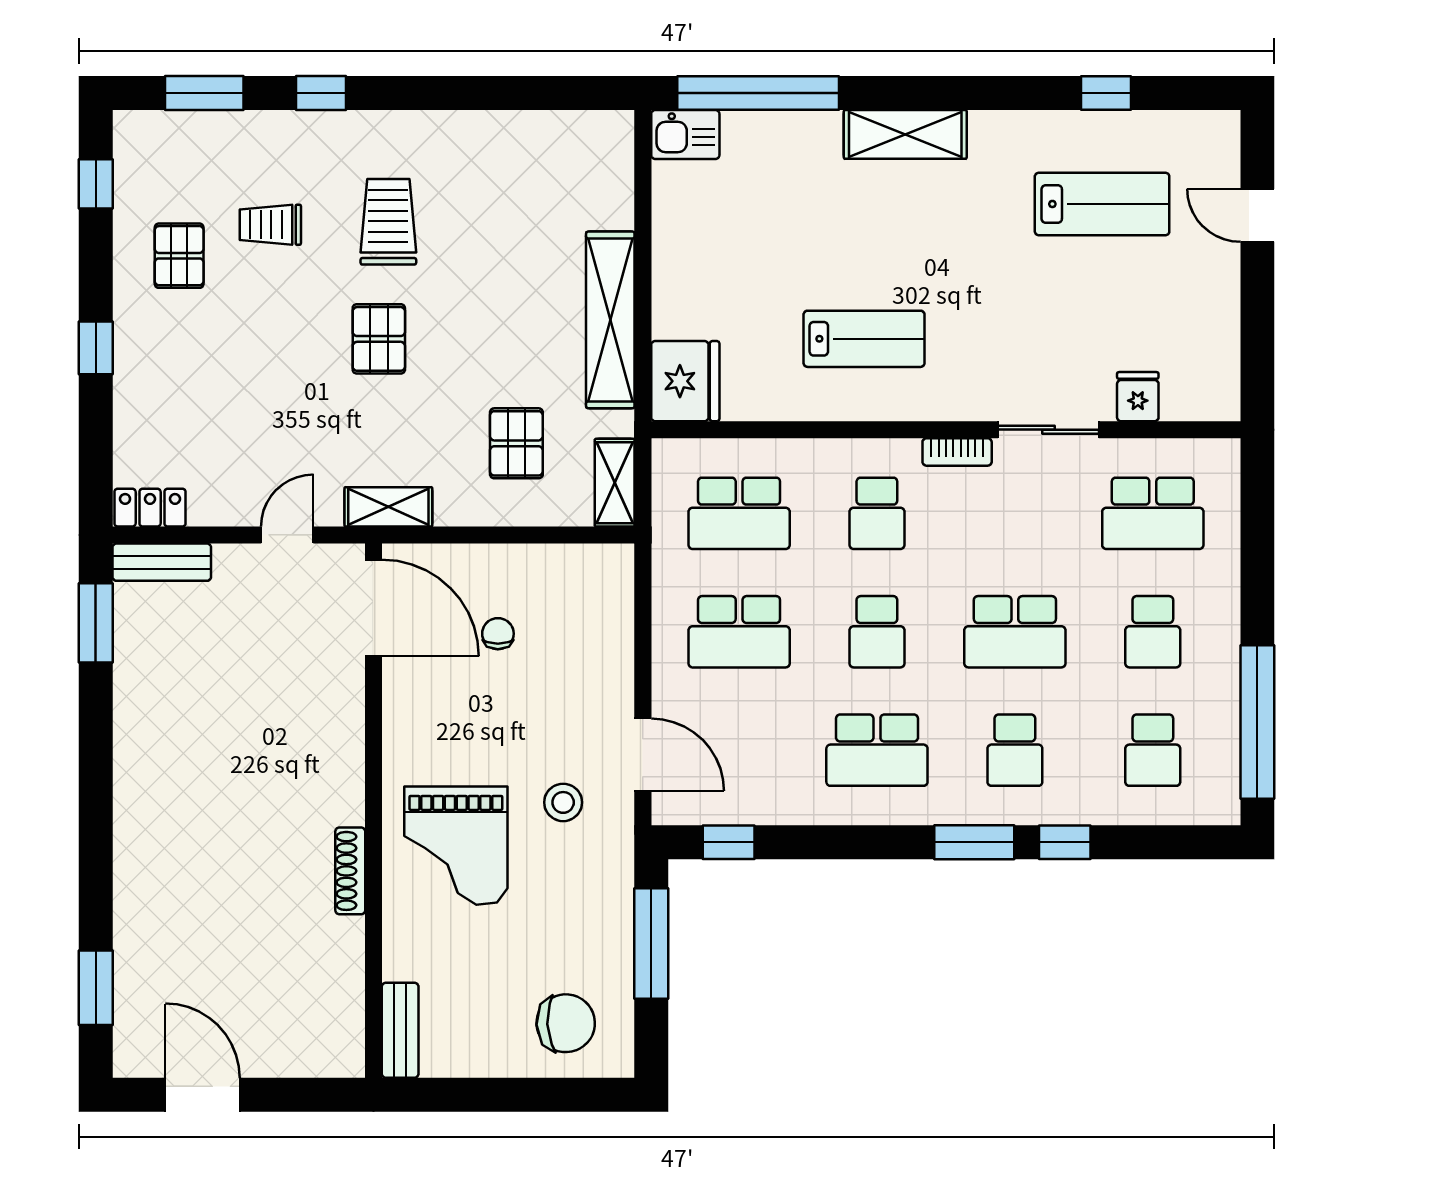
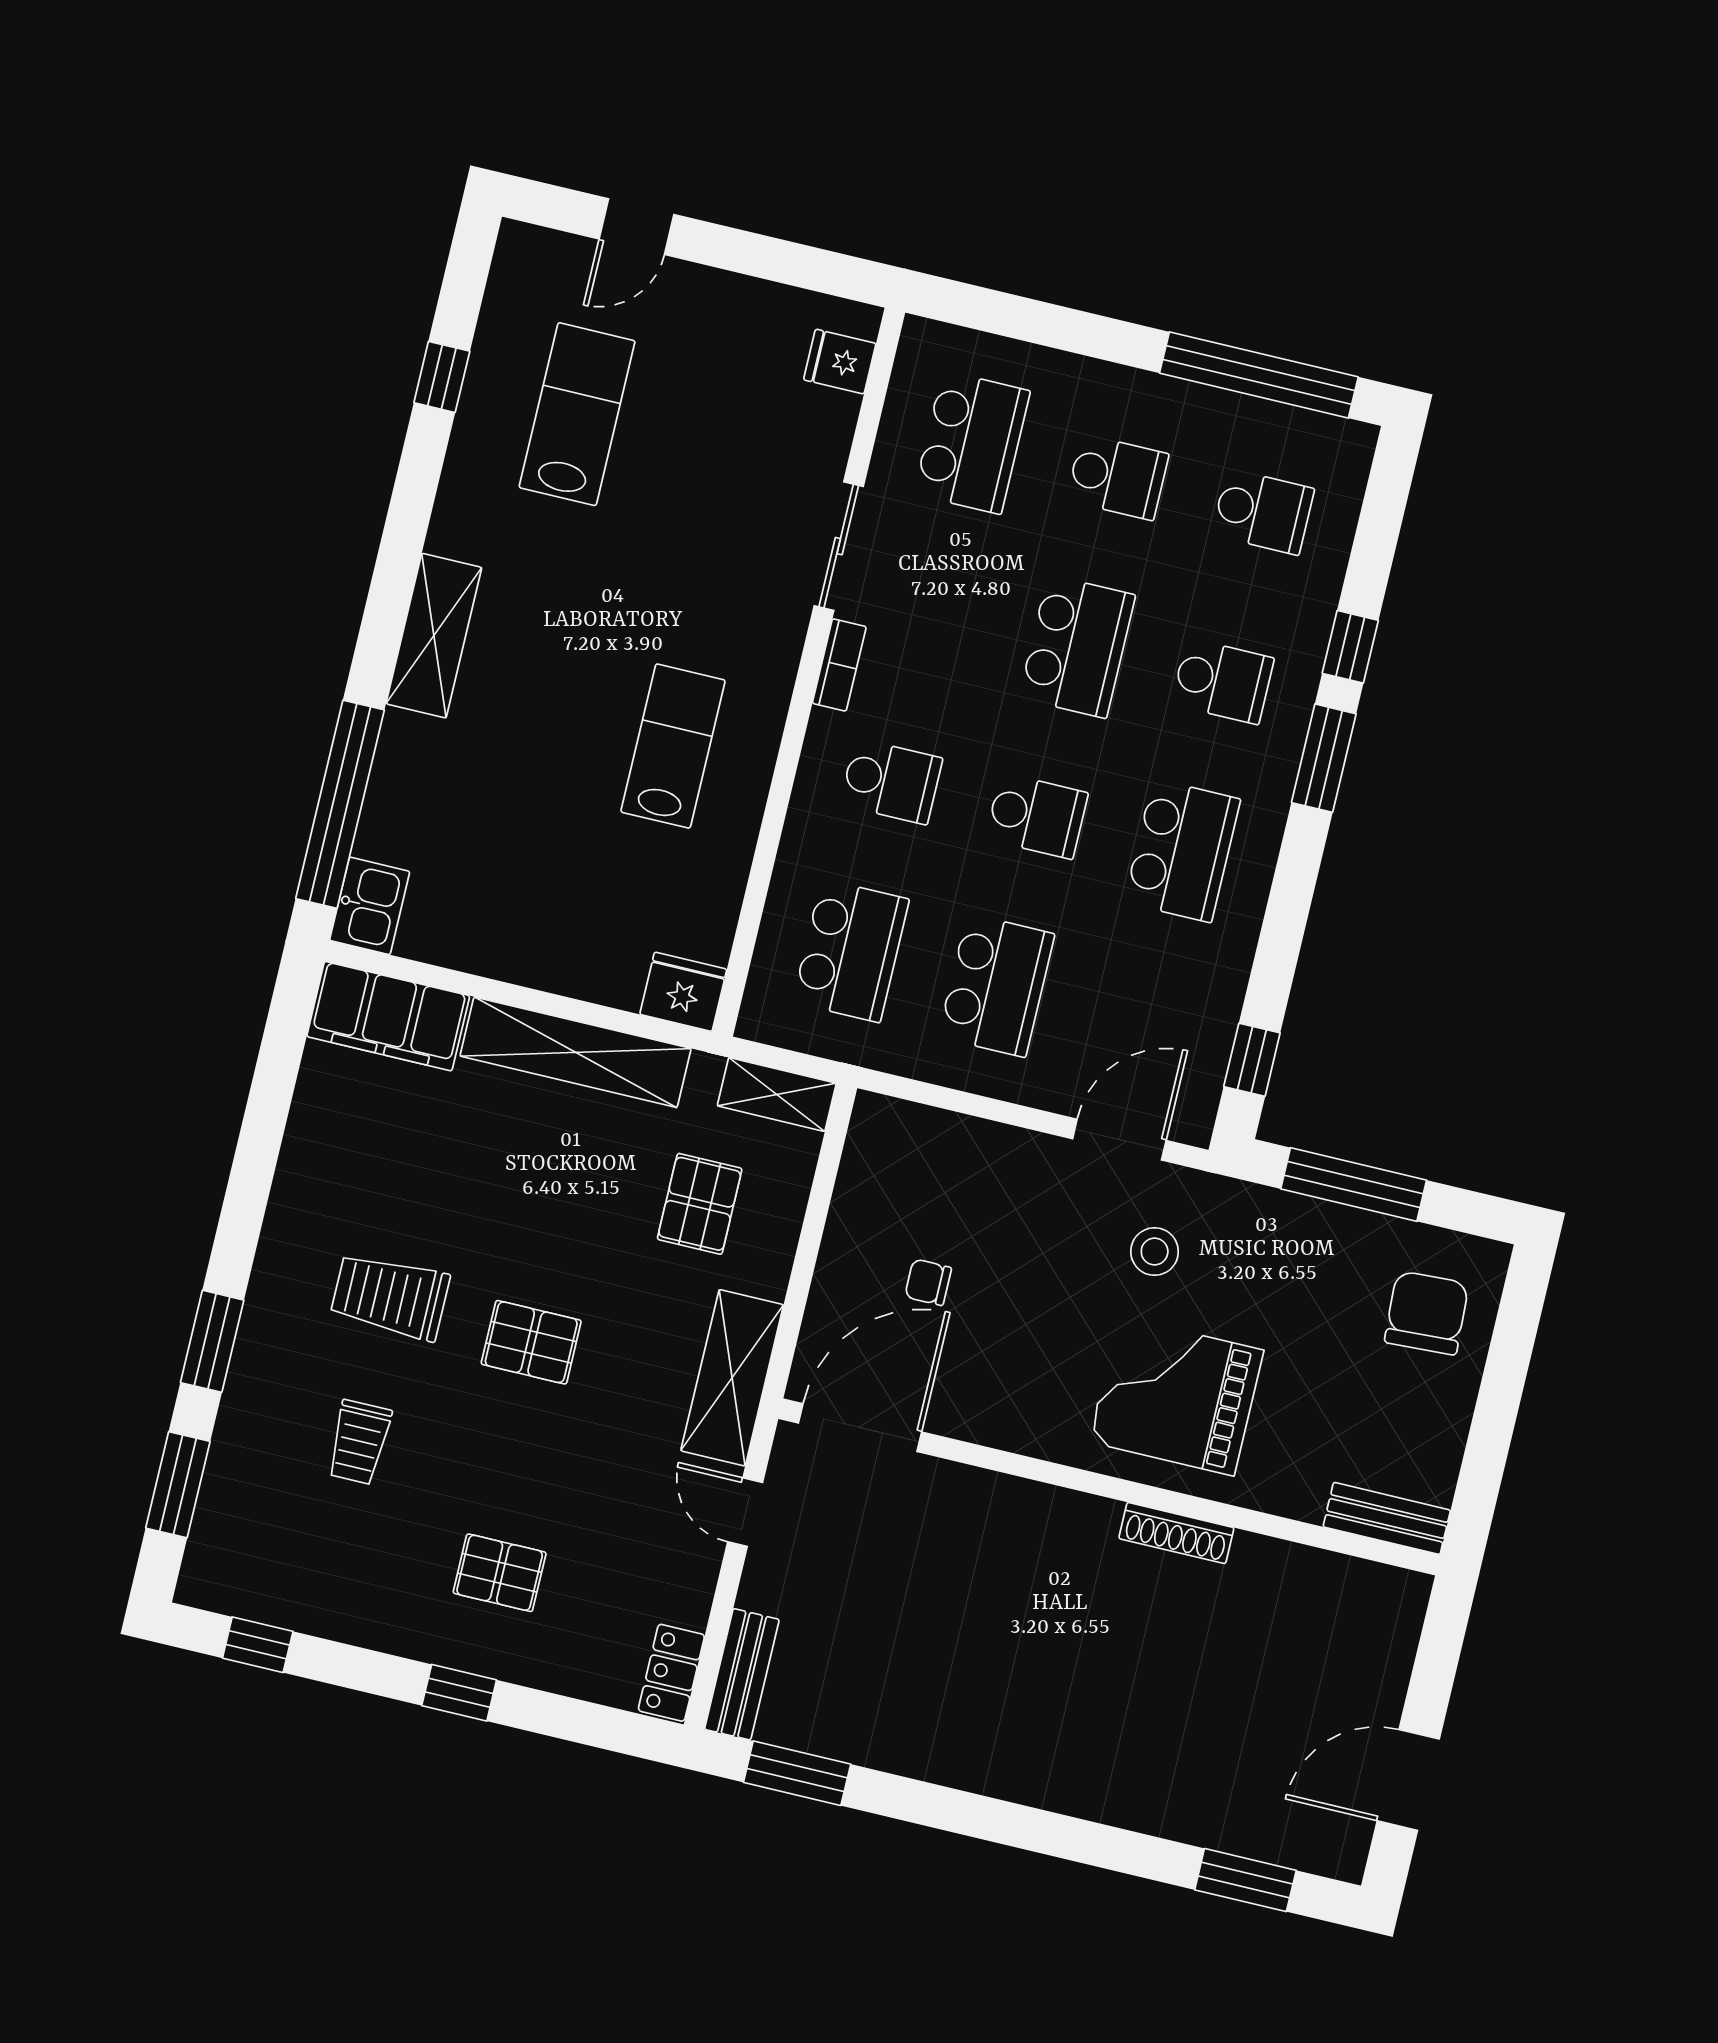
window: (321, 93) -> (212, 1341), width x1.50
filing cabinet: (604, 169) -> (388, 1016), added
pallet: (179, 256) -> (500, 1573), moved
fridge: (685, 381) -> (683, 992), width x0.73, depth x0.75
fridge: (1138, 397) -> (840, 362), moved
pallet: (516, 443) -> (700, 1204), turned 90
shelving: (388, 507) -> (732, 1378), width x1.50, depth x1.33
grand piano: (456, 846) -> (1176, 1396), turned 180

